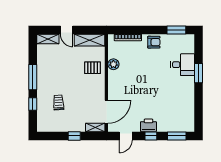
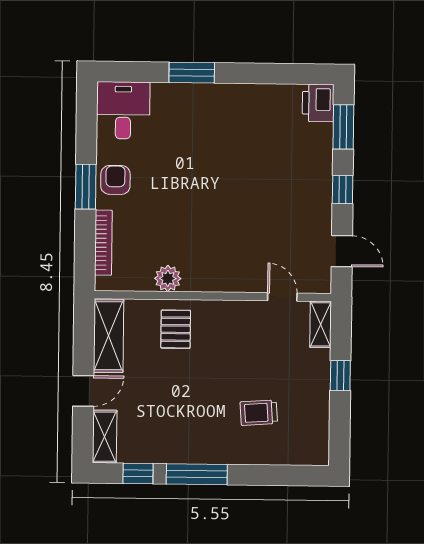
window: (176, 30) -> (86, 187), moved
desk: (183, 65) -> (123, 110), moved
window: (33, 104) -> (138, 473), moved
door: (106, 112) -> (282, 297), width x0.53
printer: (148, 125) -> (318, 103), moved

